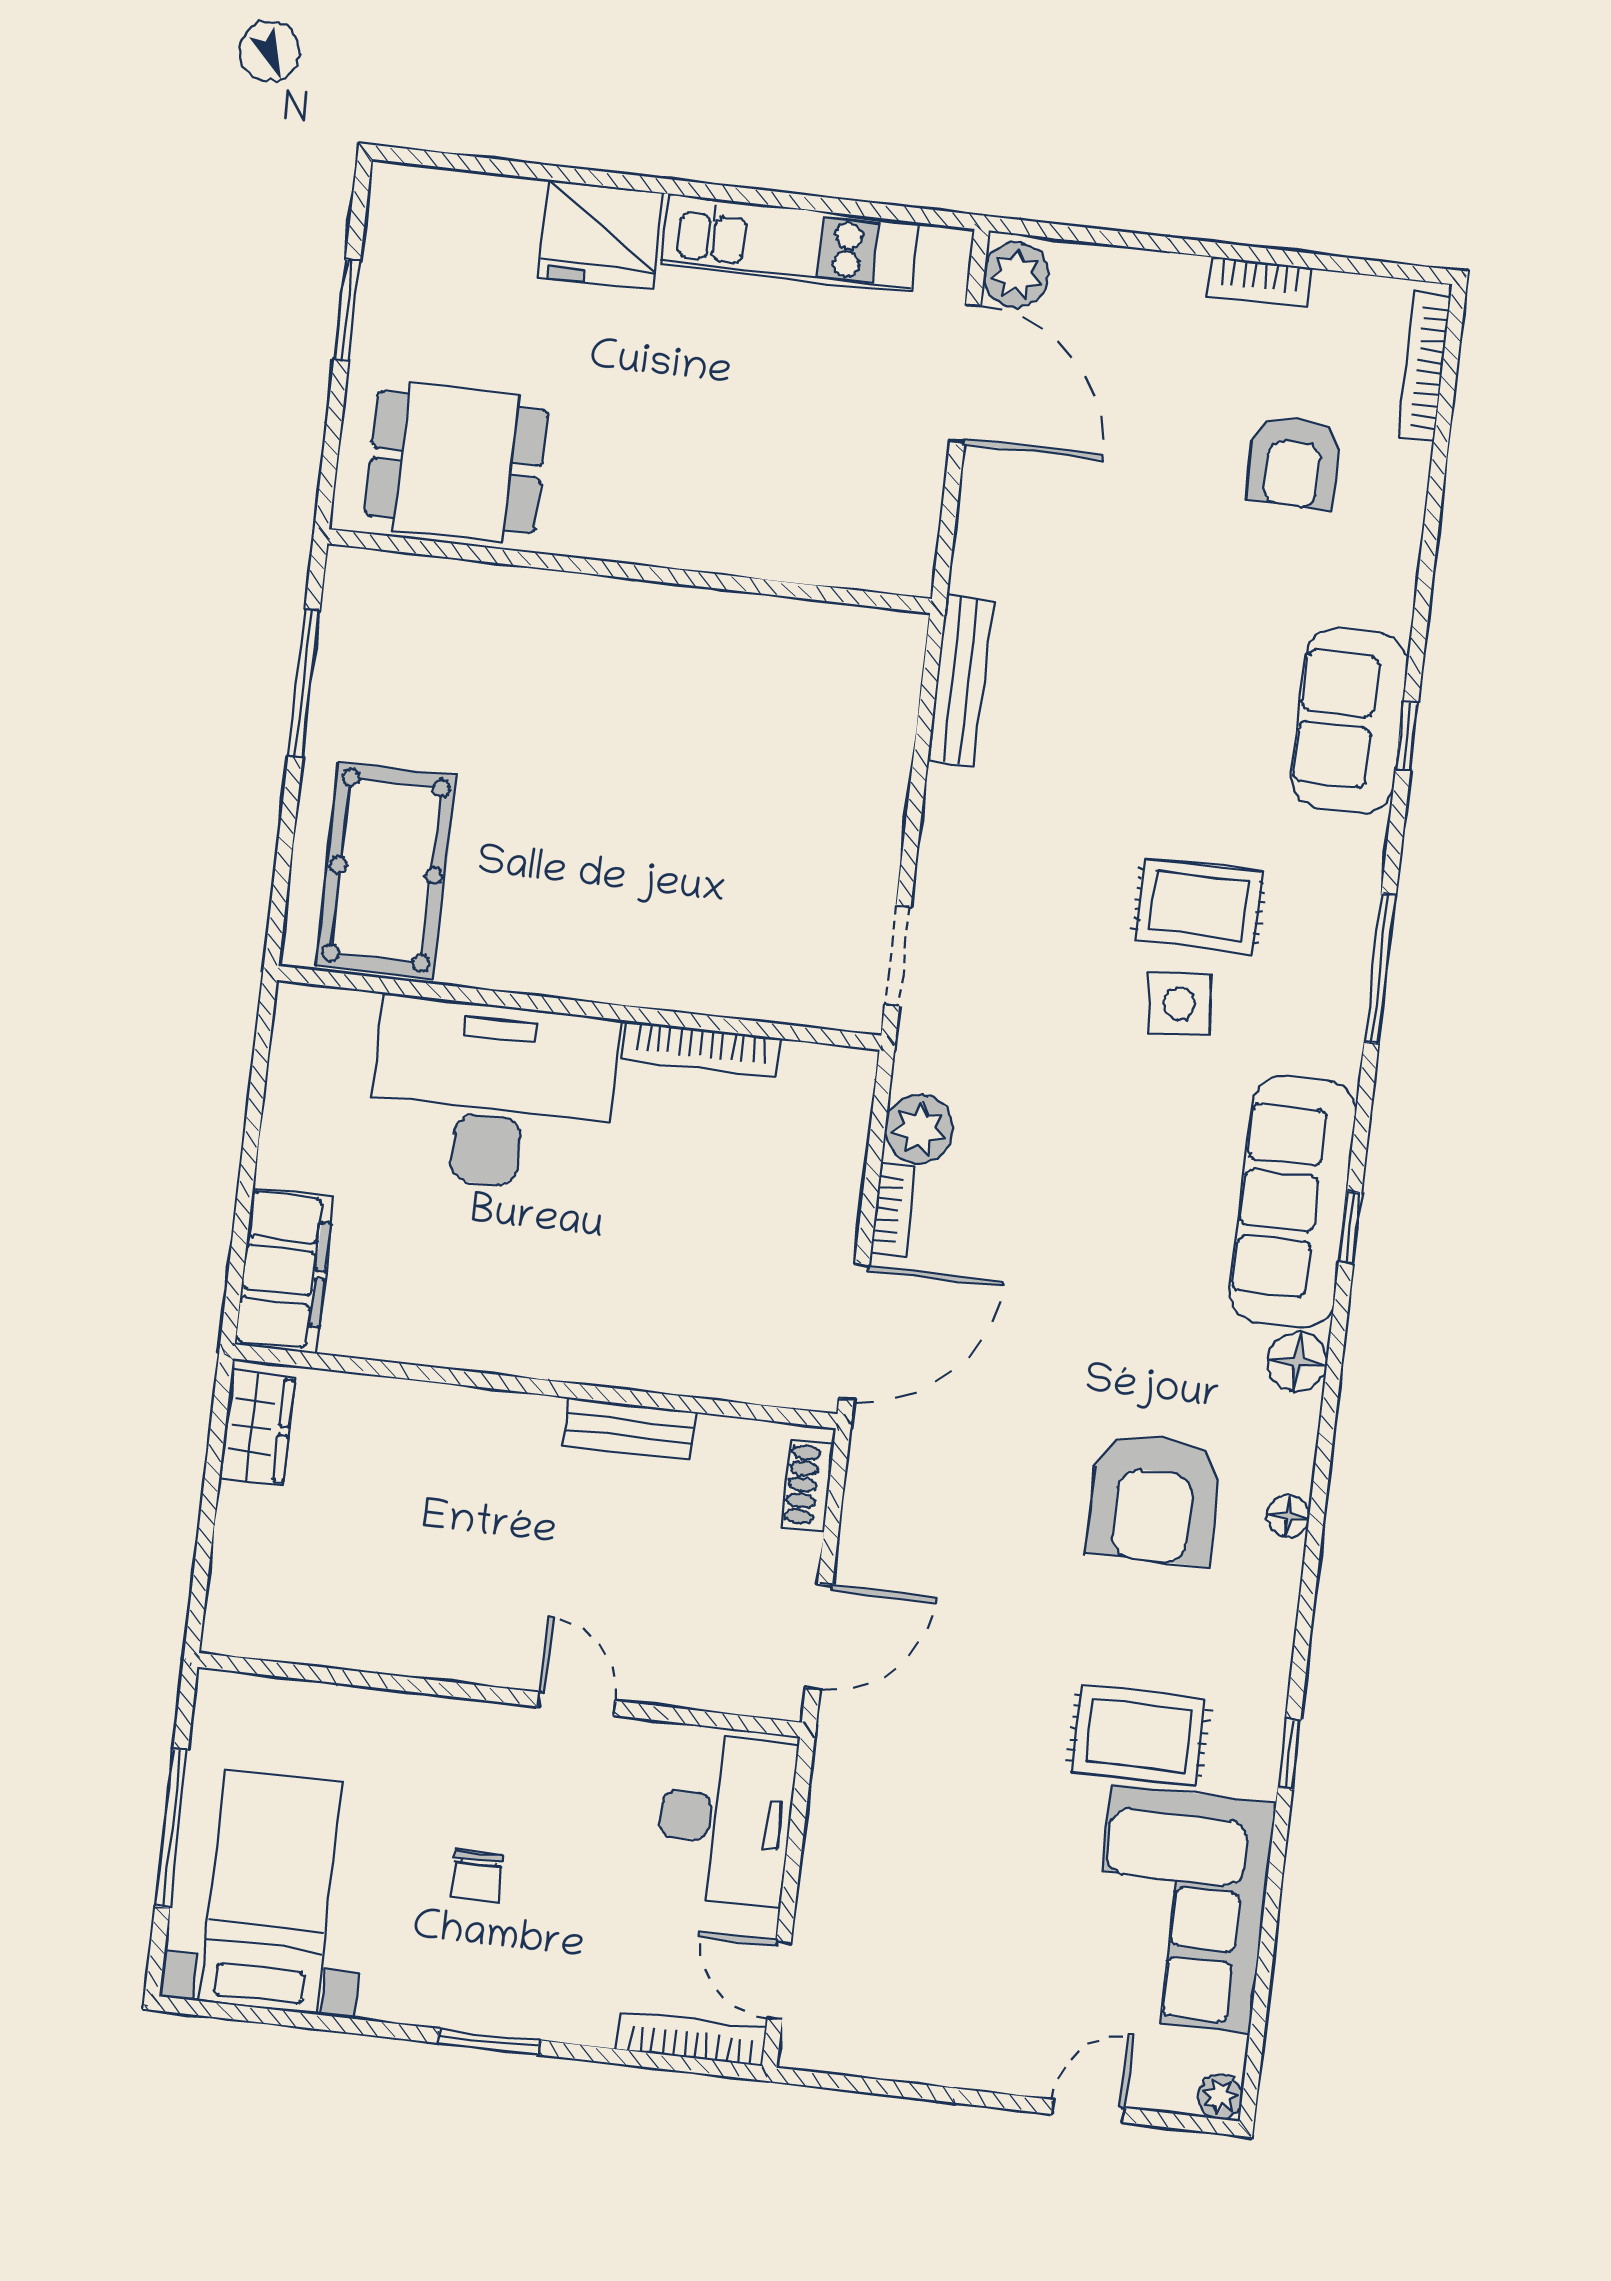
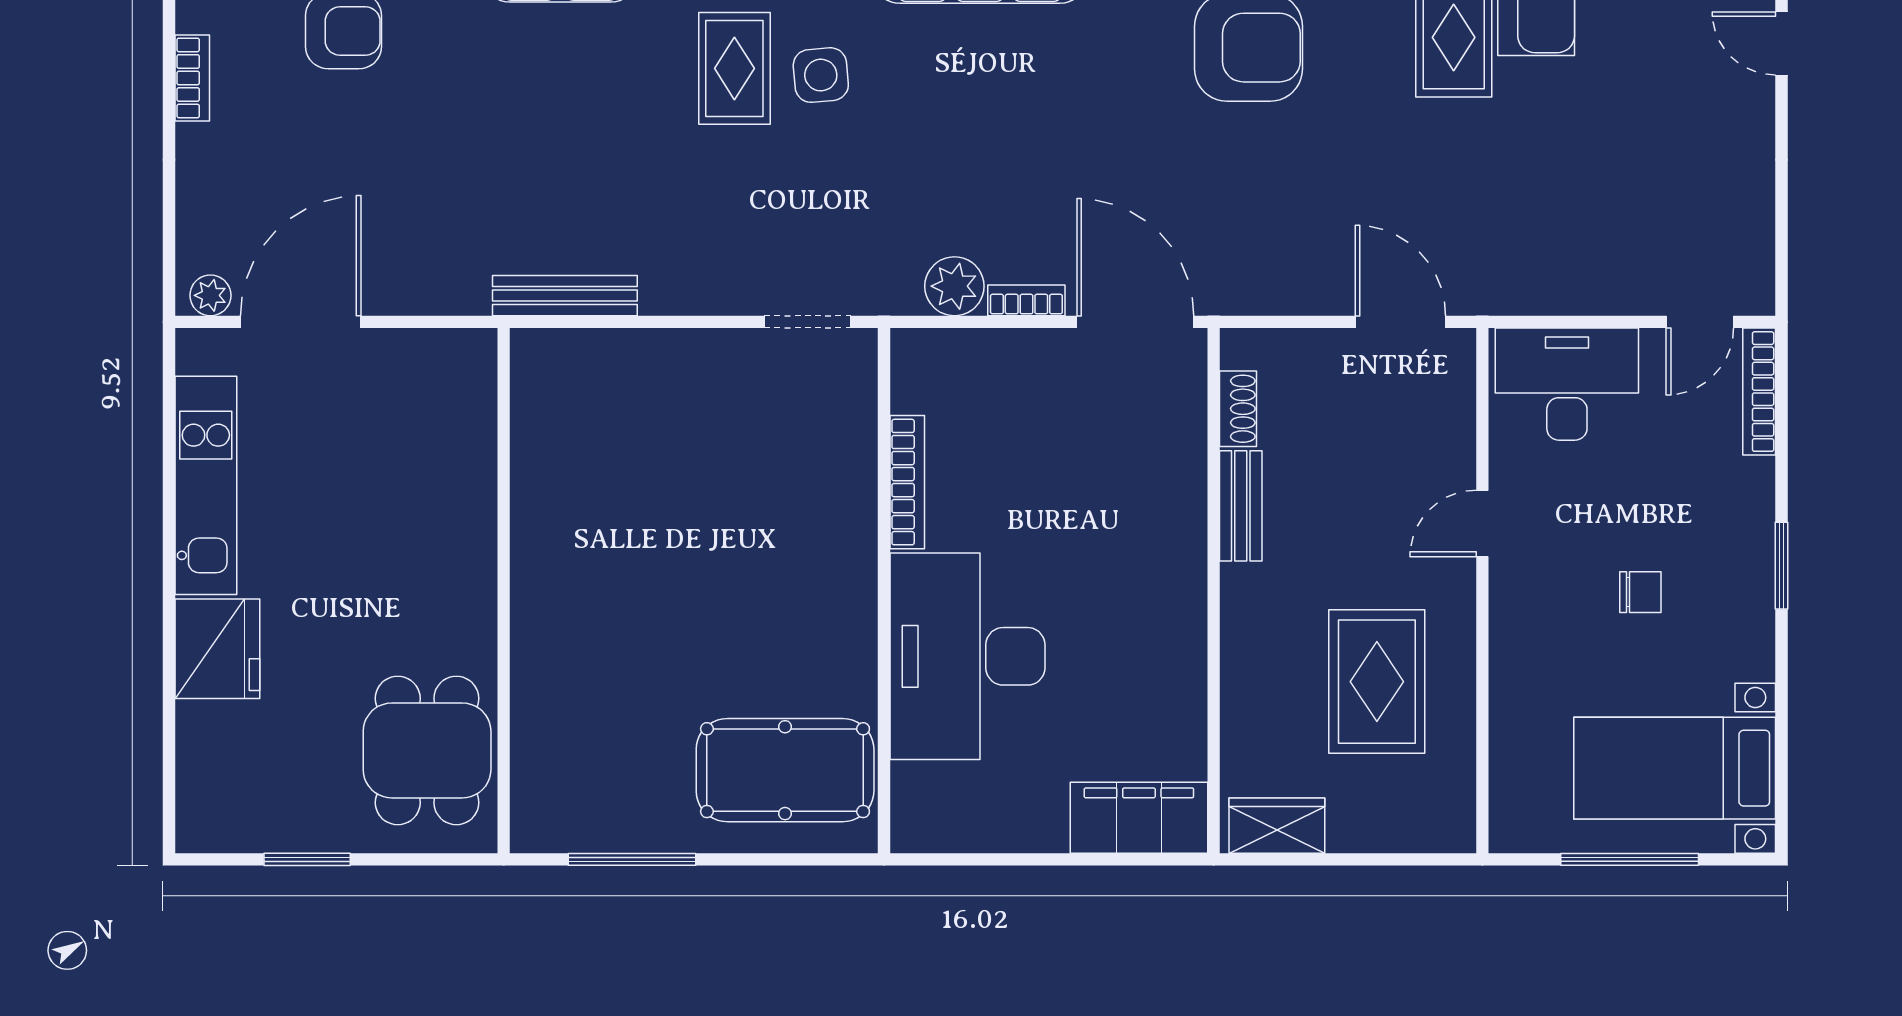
plant: (1016, 275) -> (210, 295), width x0.73, depth x0.73
shoe rack: (808, 1485) -> (1238, 409), moved, turned -90
rug: (409, 1562) -> (1377, 682), added

